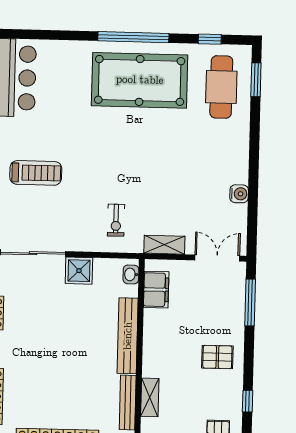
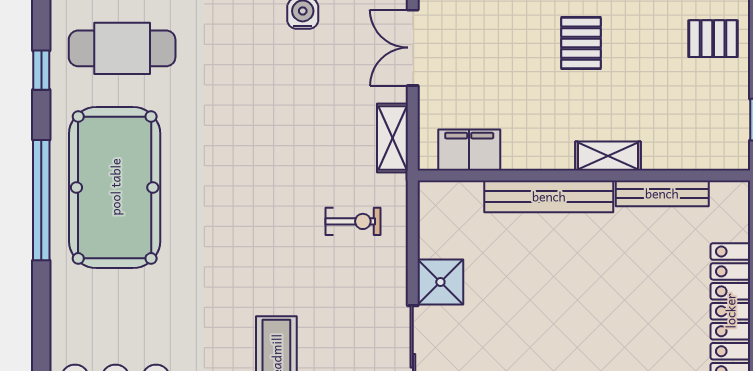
washbasin: (131, 274) -> (445, 194), removed
shelving: (150, 397) -> (608, 156), moved

